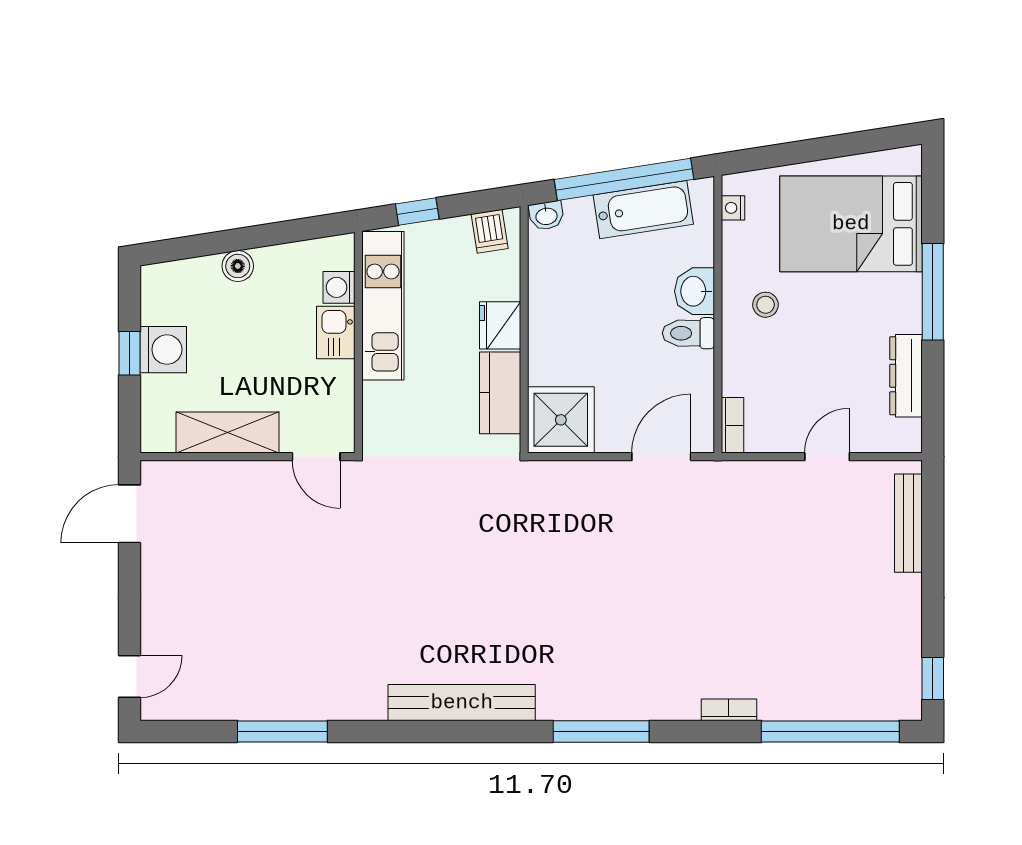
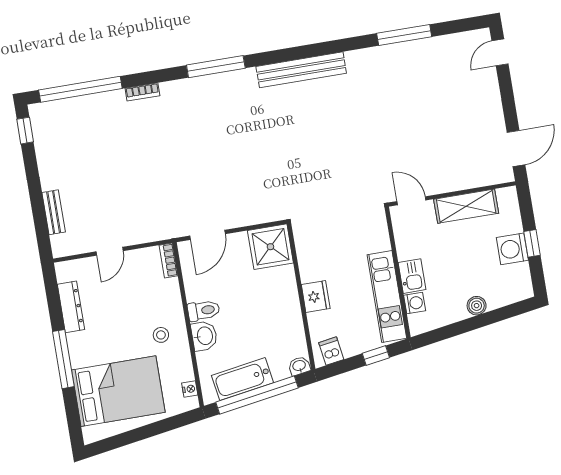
kitchen counter: (500, 393) -> (309, 257), removed
bench: (908, 523) -> (54, 212), width x0.73

